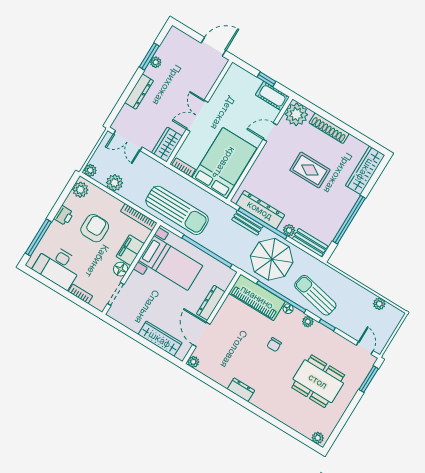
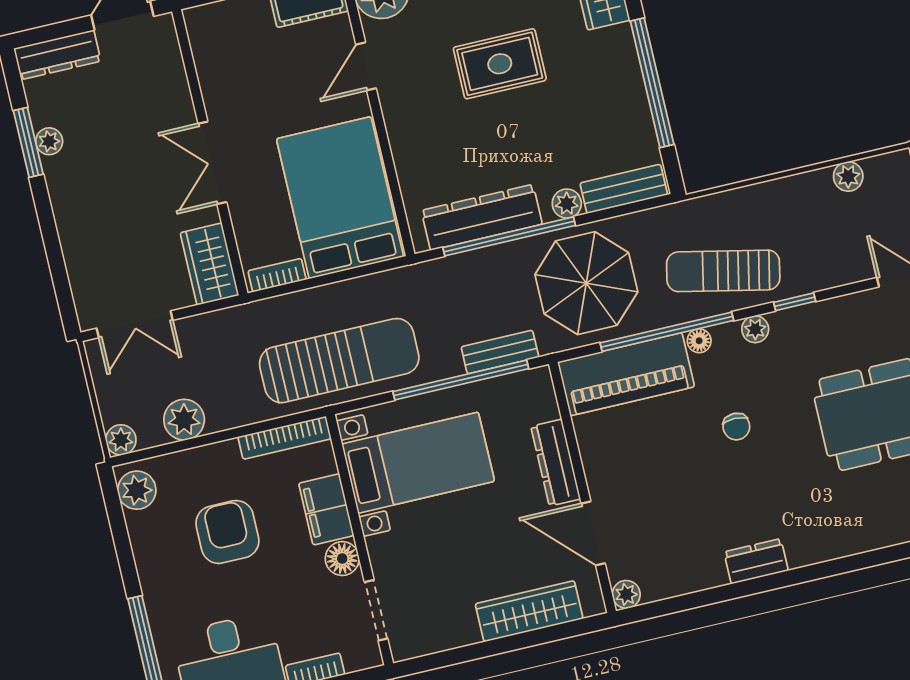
dresser: (139, 92) -> (57, 55), moved, turned 90
printer: (64, 216) -> (152, 563), removed
bench: (247, 223) -> (500, 352), moved

